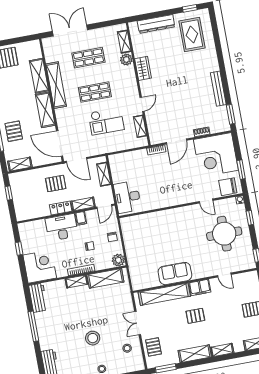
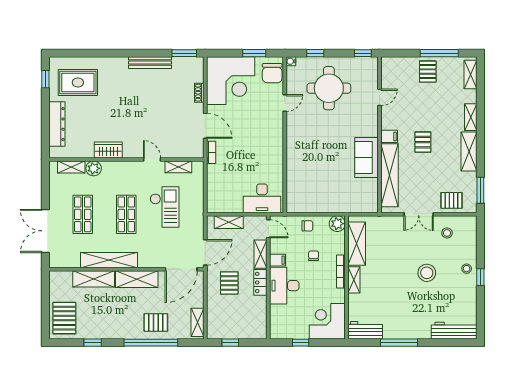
filing cabinet: (200, 287) -> (389, 136), width x0.50

